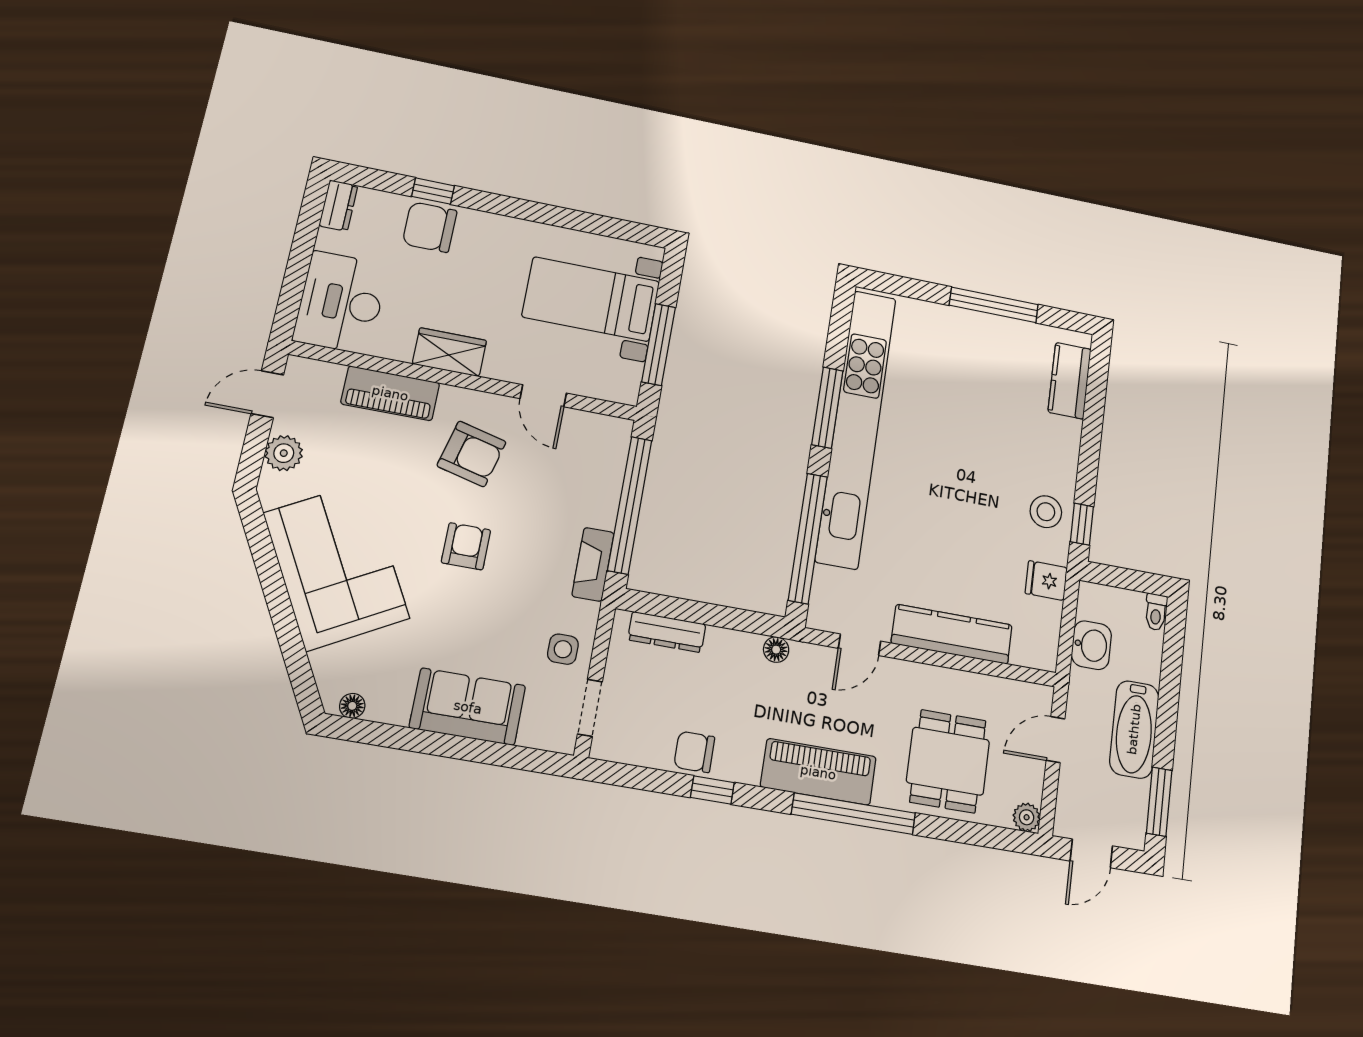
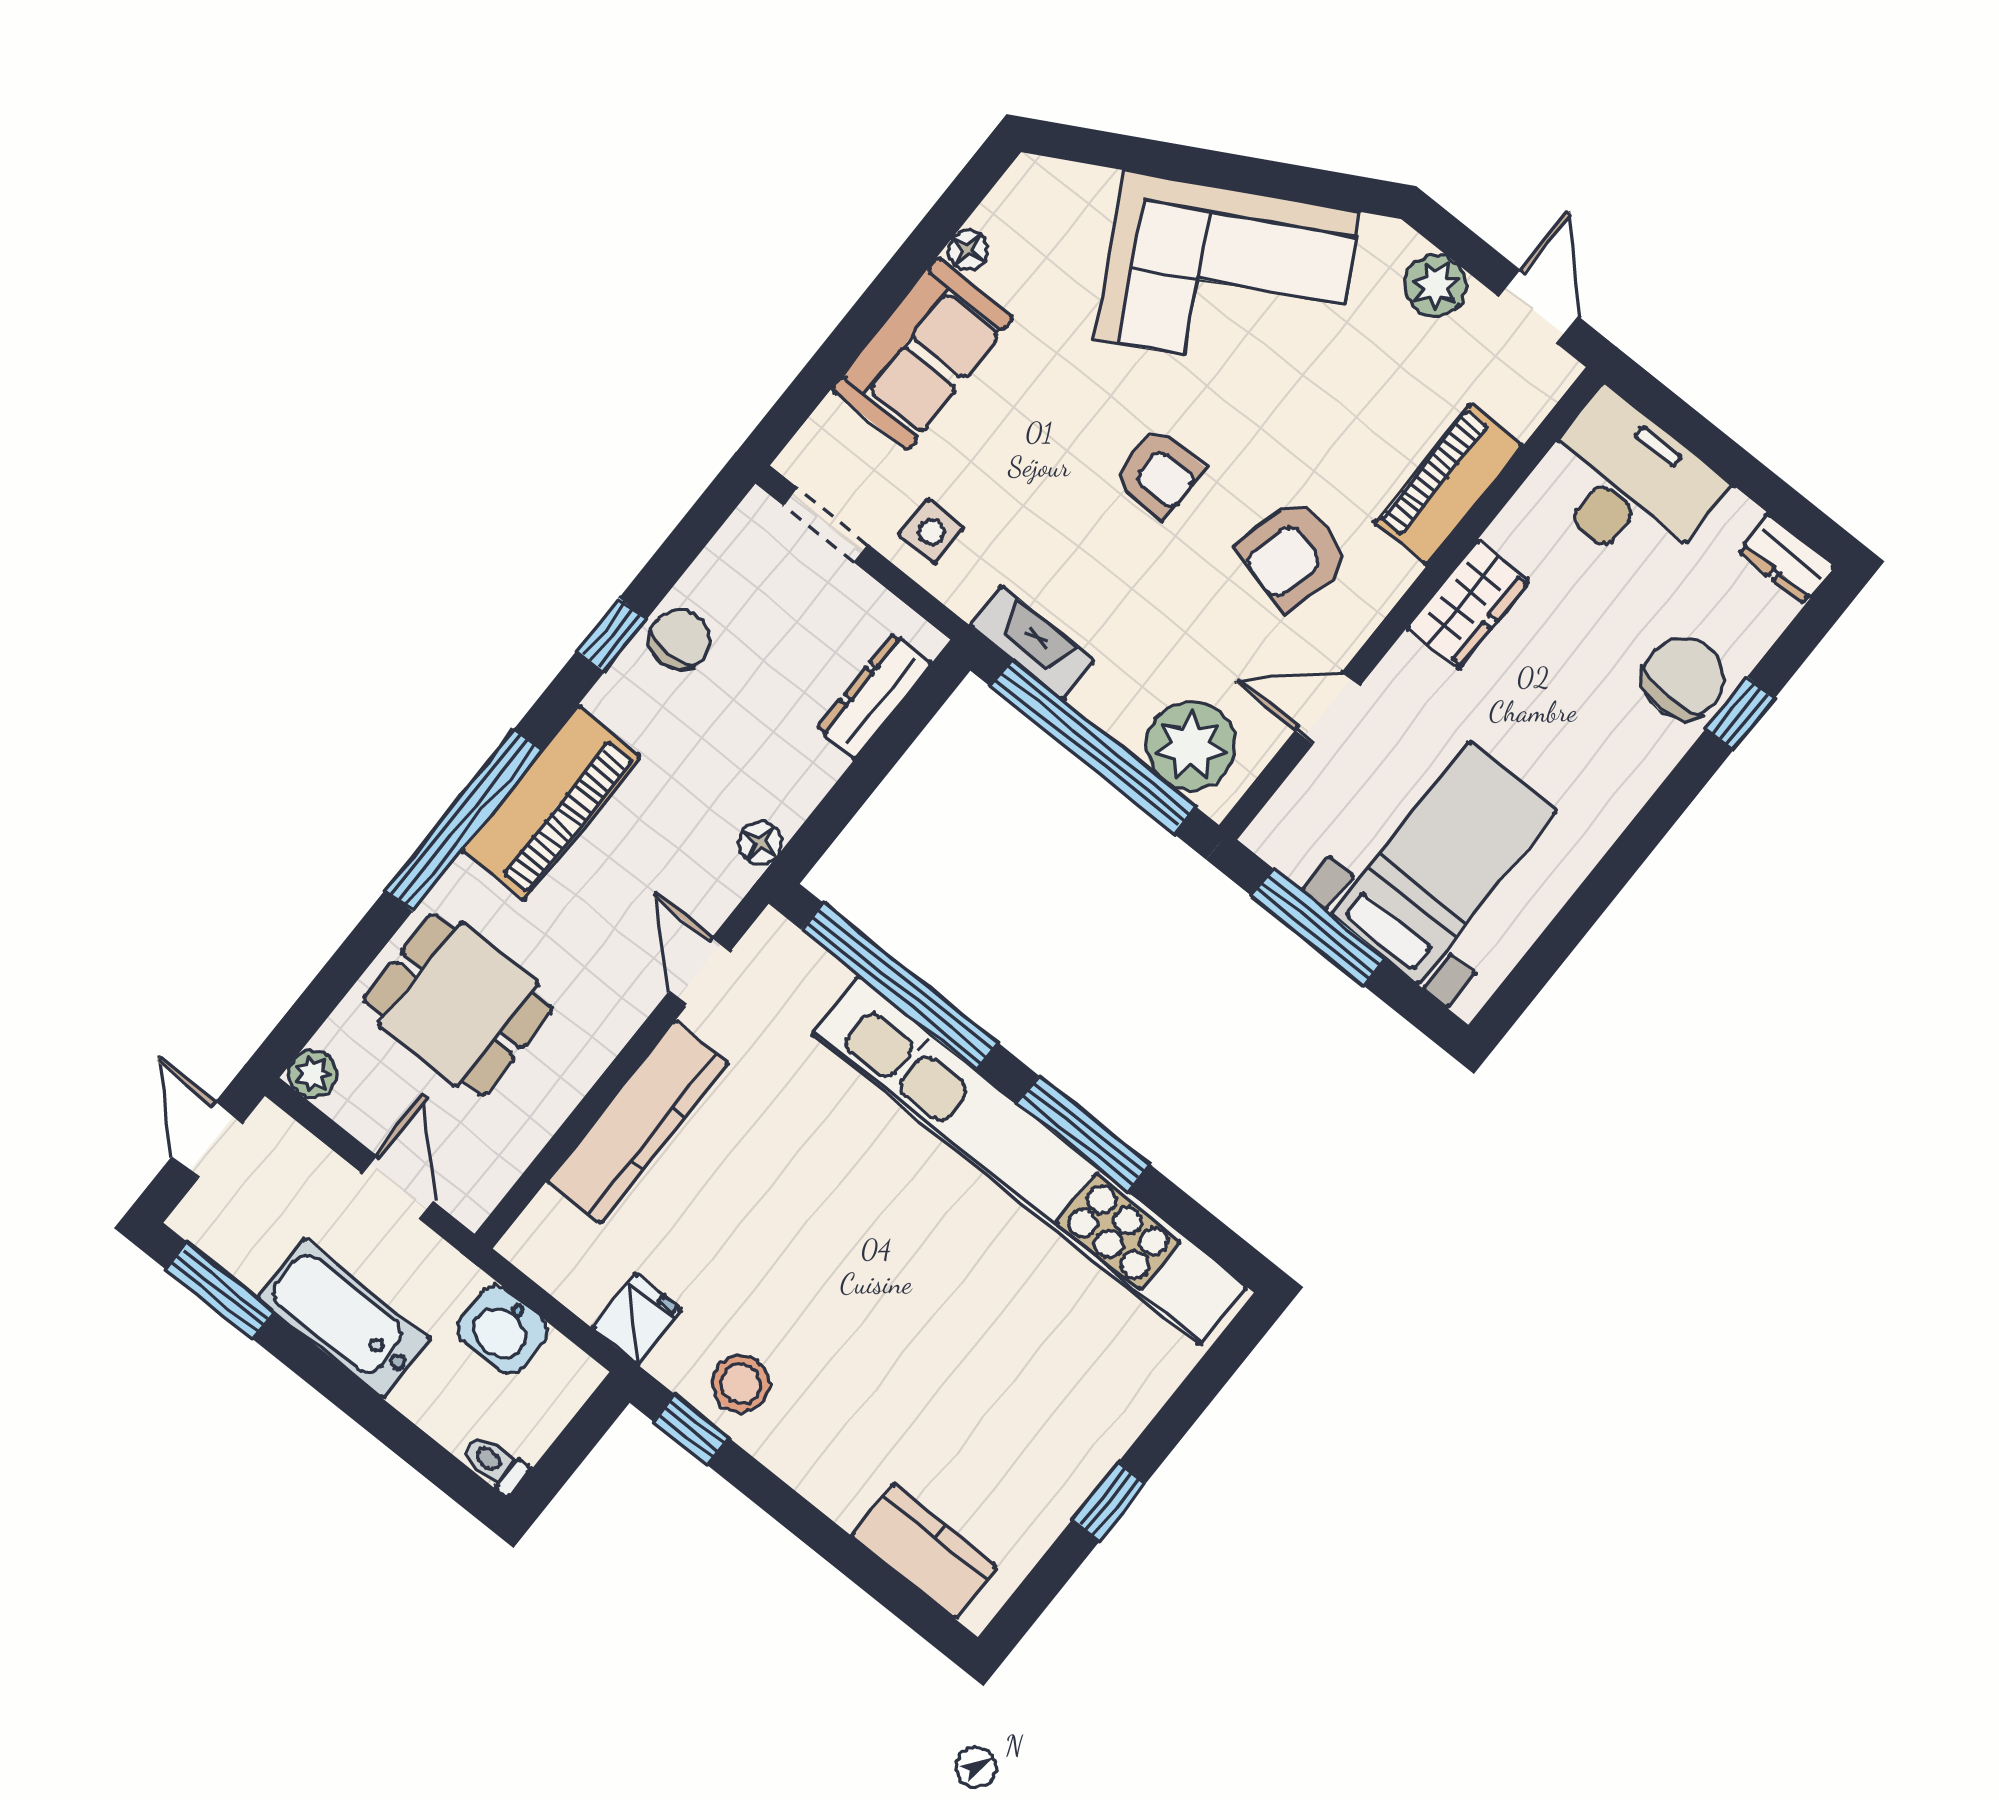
window: (994, 305) -> (1109, 1501), width x0.46
plant: (602, 455) -> (1191, 746), added
floor lamp: (352, 706) -> (968, 250), moved

